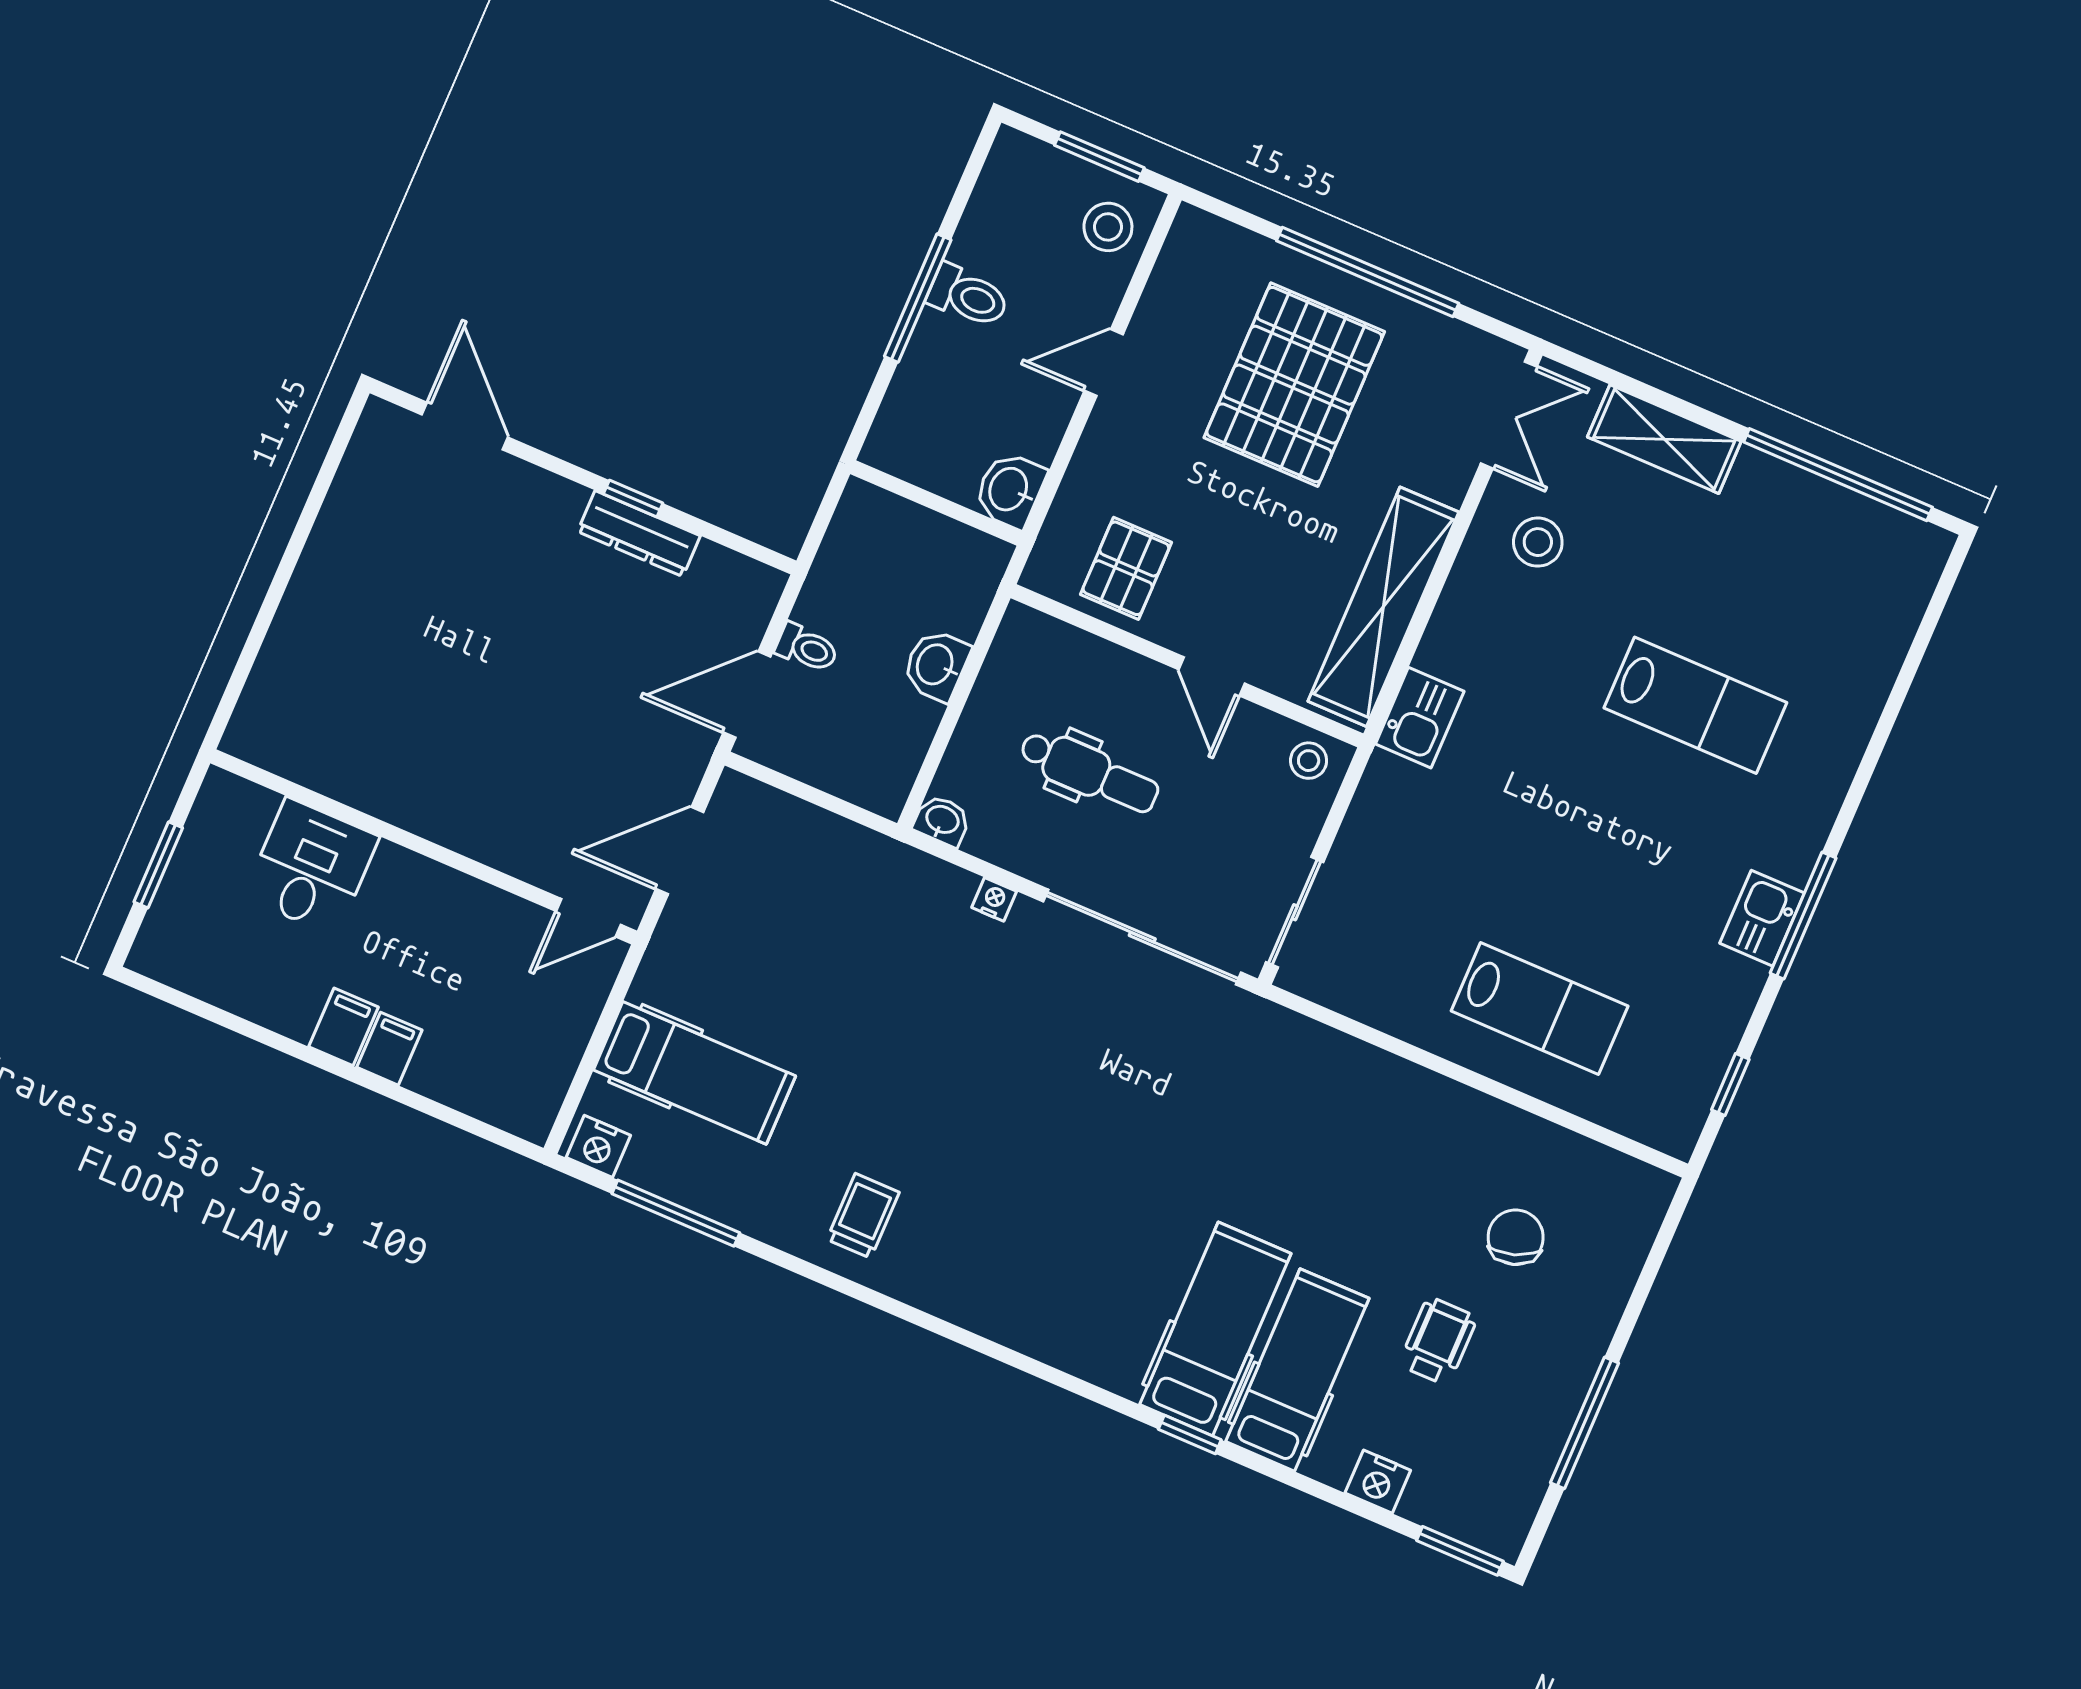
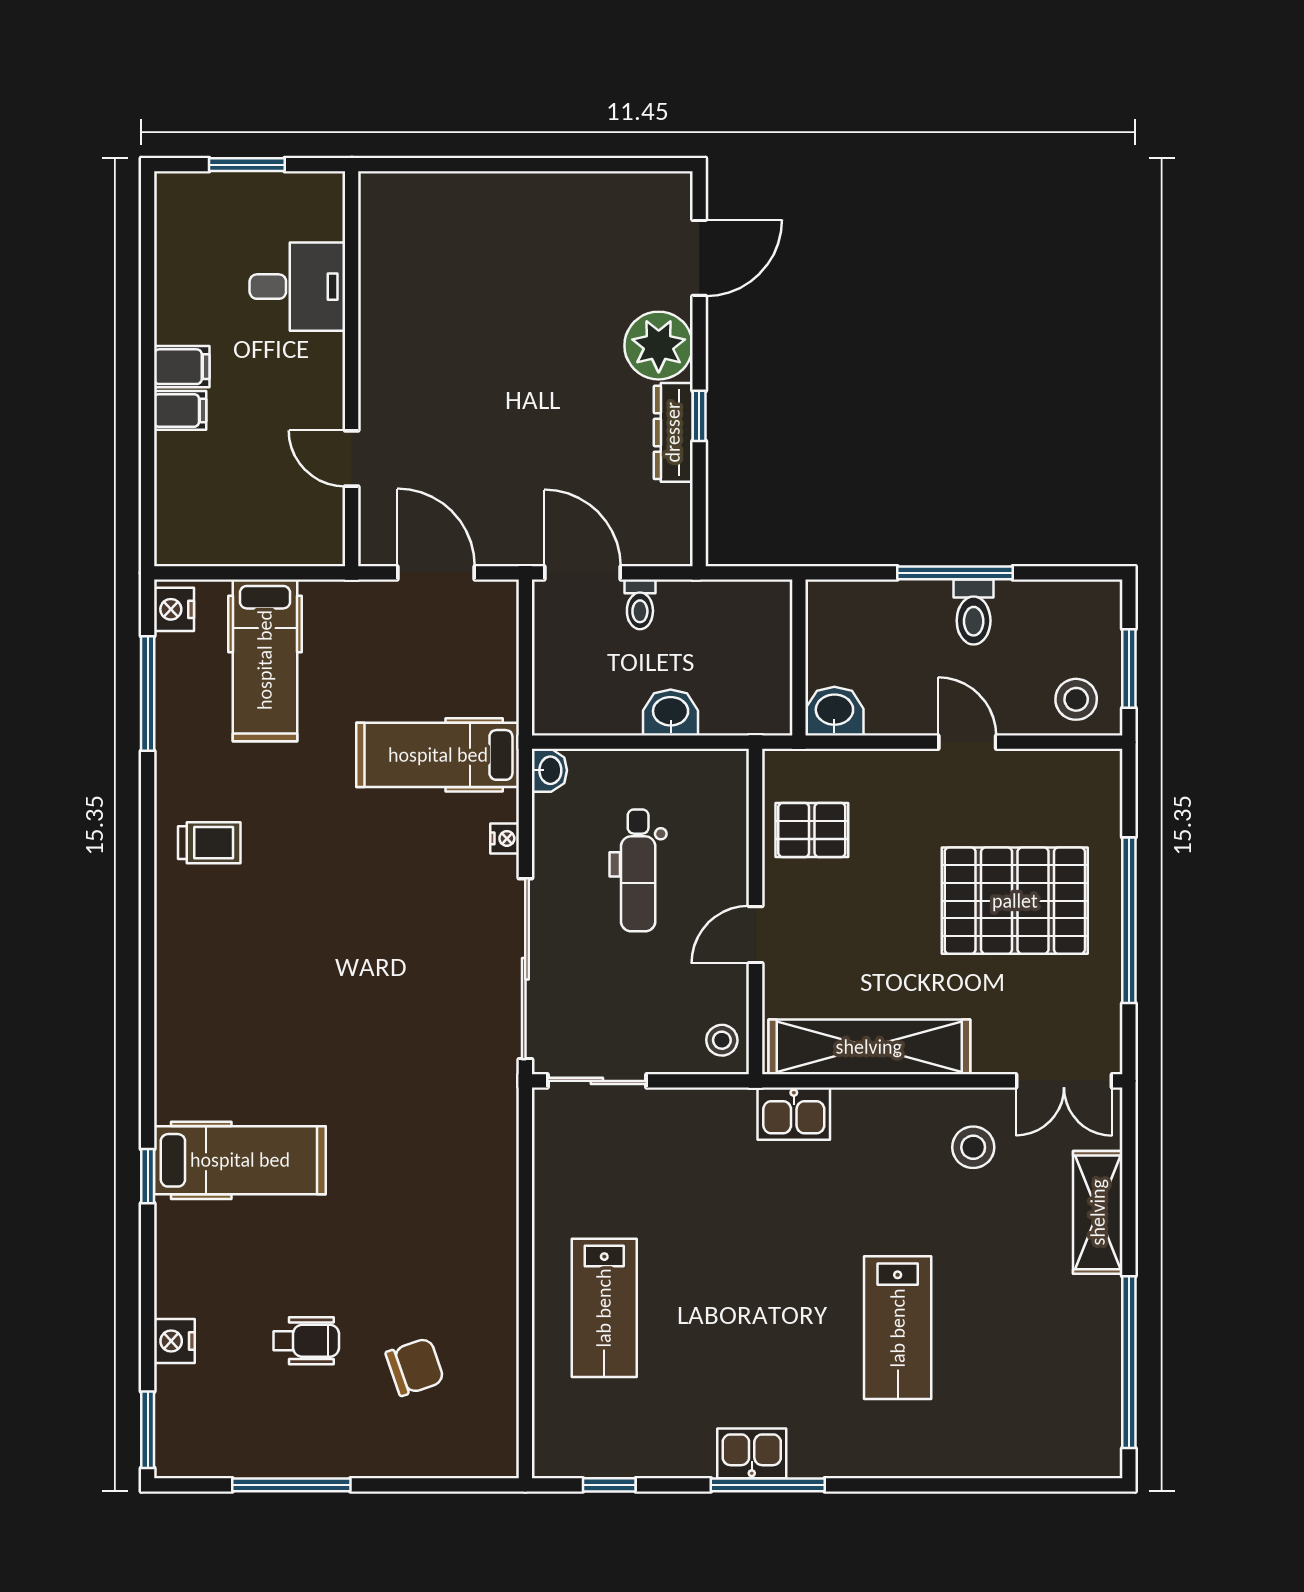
plant: (540, 509) -> (659, 346), added
door: (588, 918) -> (352, 459), moved
hospital bed: (1297, 1370) -> (438, 755), moved, turned 180

